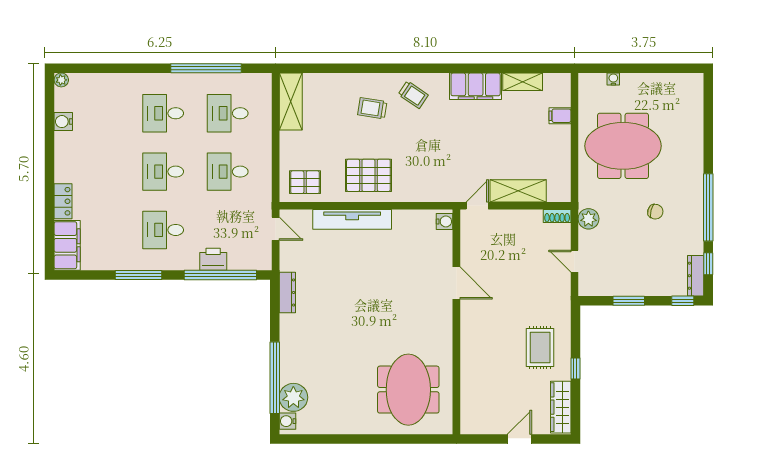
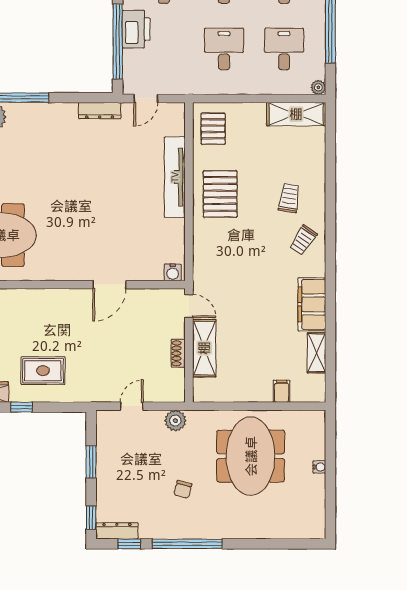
water cooler: (613, 79) -> (319, 467), moved
plant: (265, 80) -> (318, 87), added
shoe rack: (557, 216) -> (178, 353), moved
door: (276, 229) -> (146, 98), moved
printer: (213, 259) -> (136, 29), width x1.37, depth x1.19

